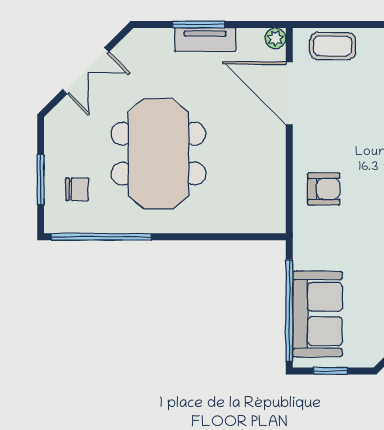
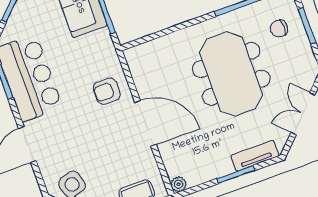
tv unit: (205, 39) -> (255, 156), moved
door: (289, 93) -> (146, 123), moved

